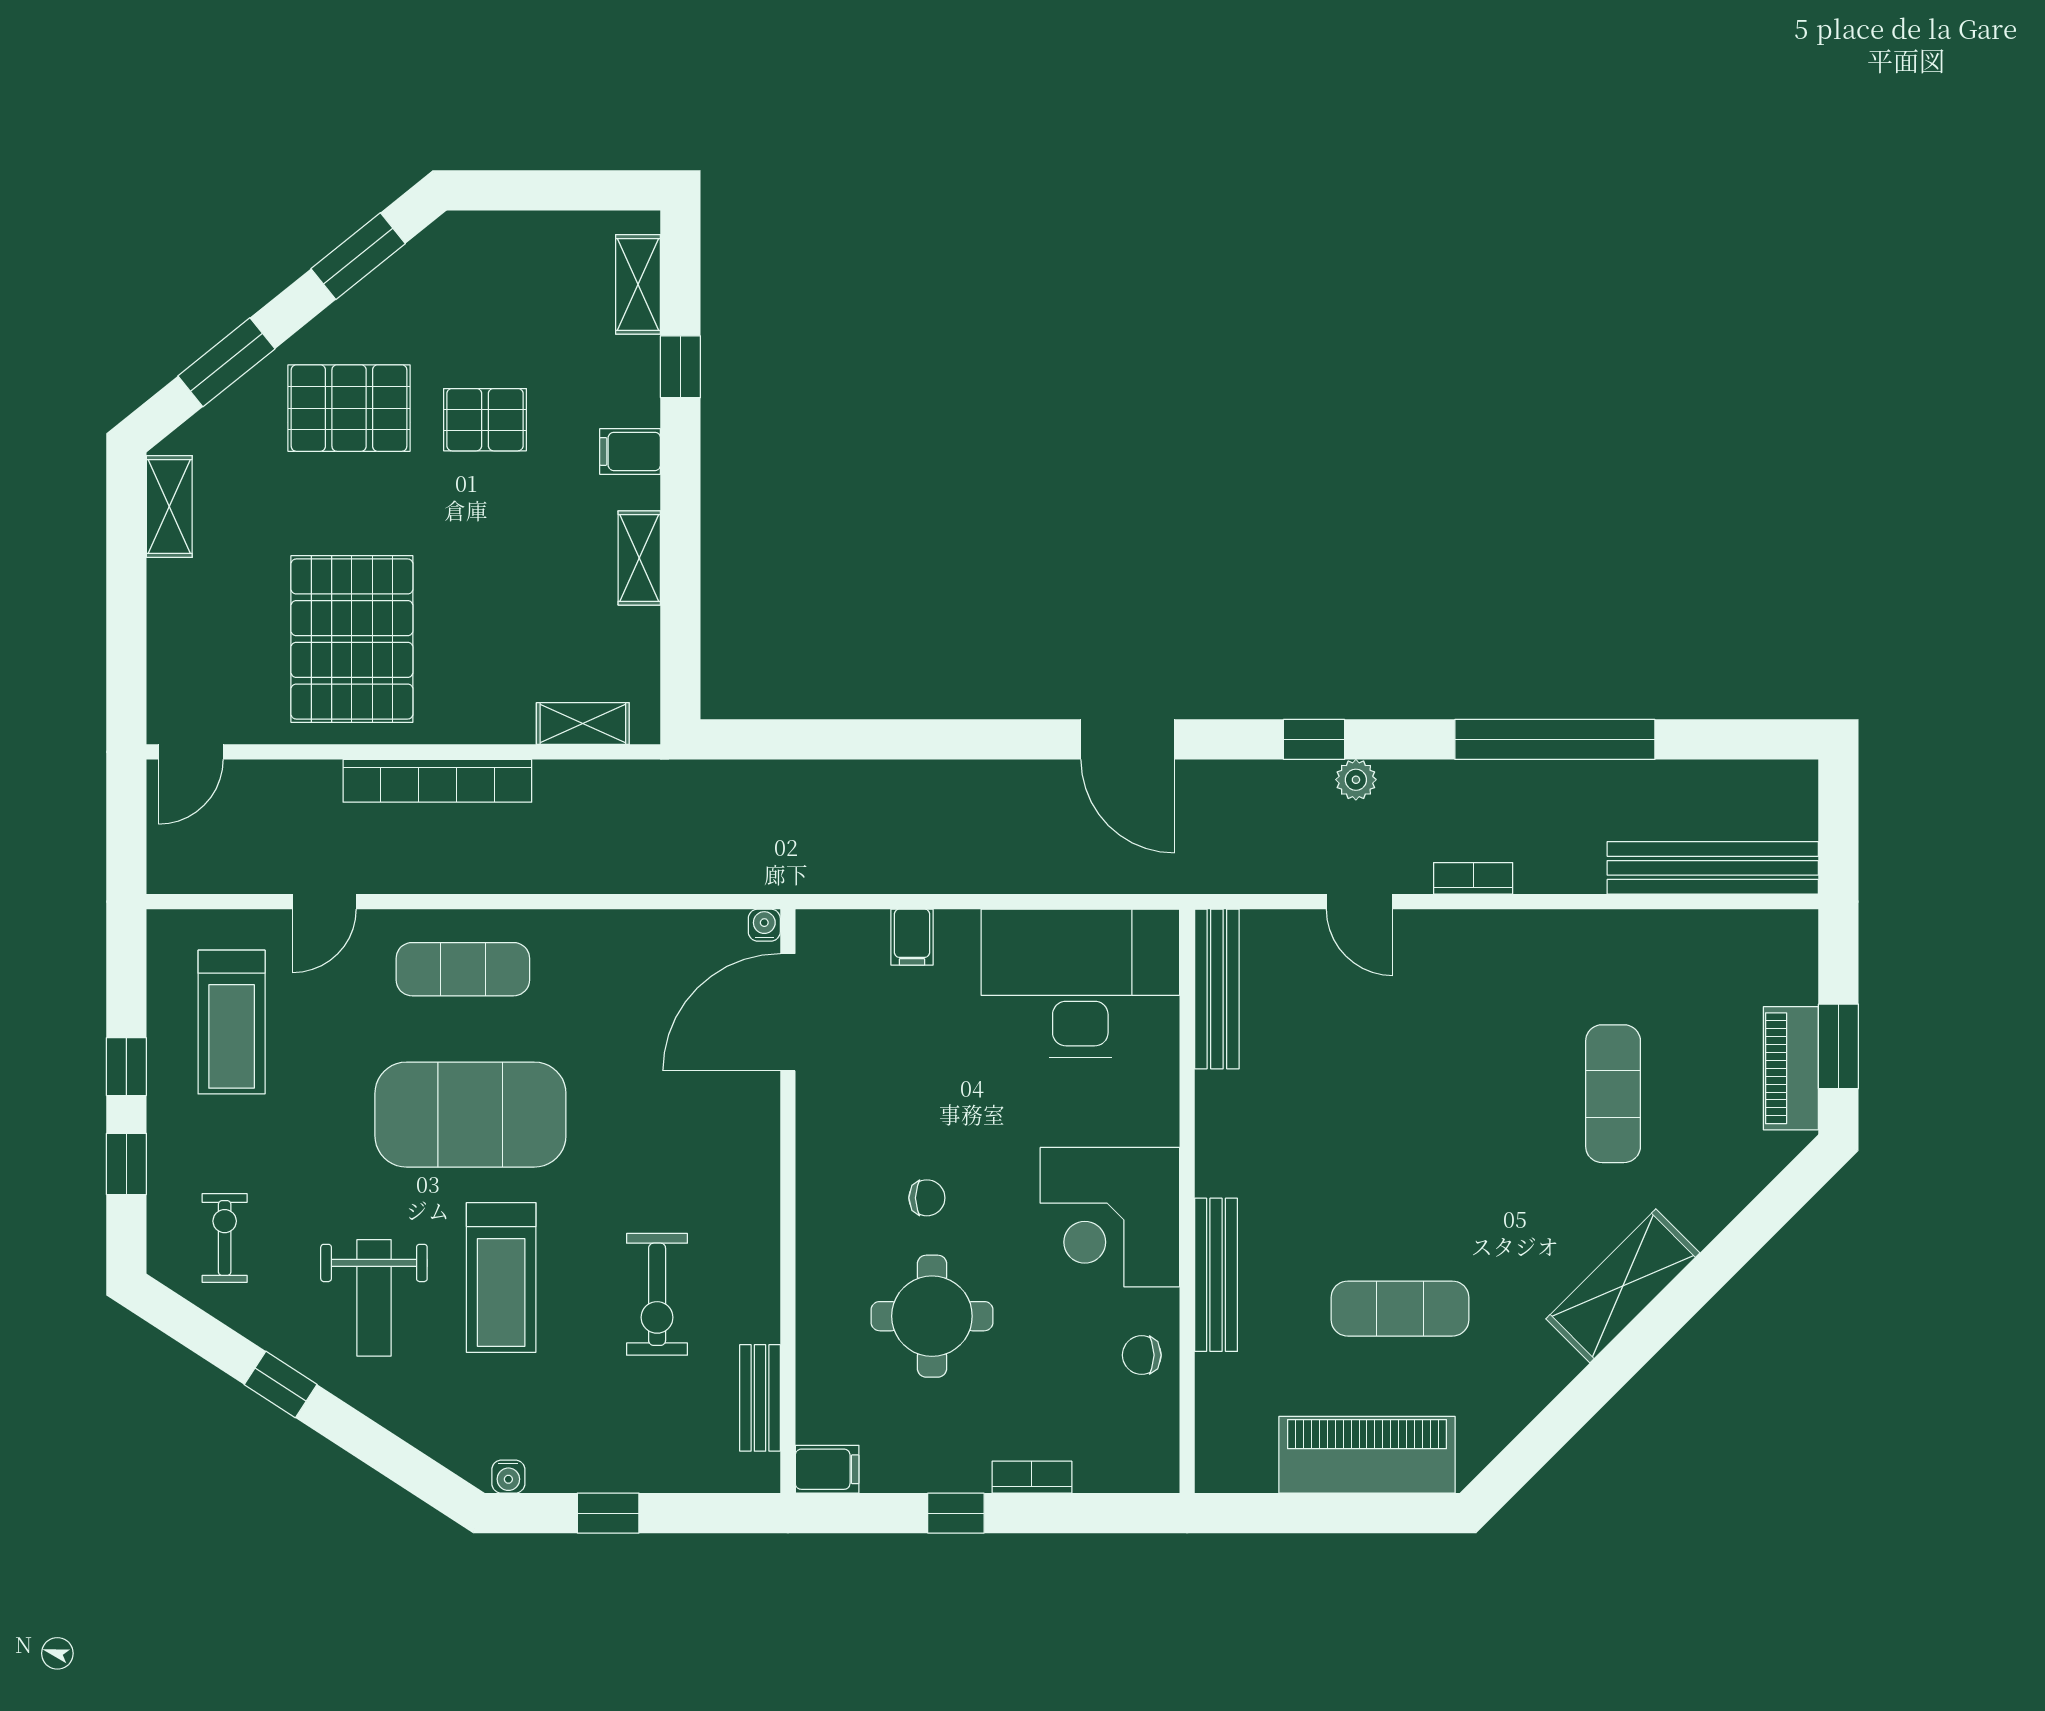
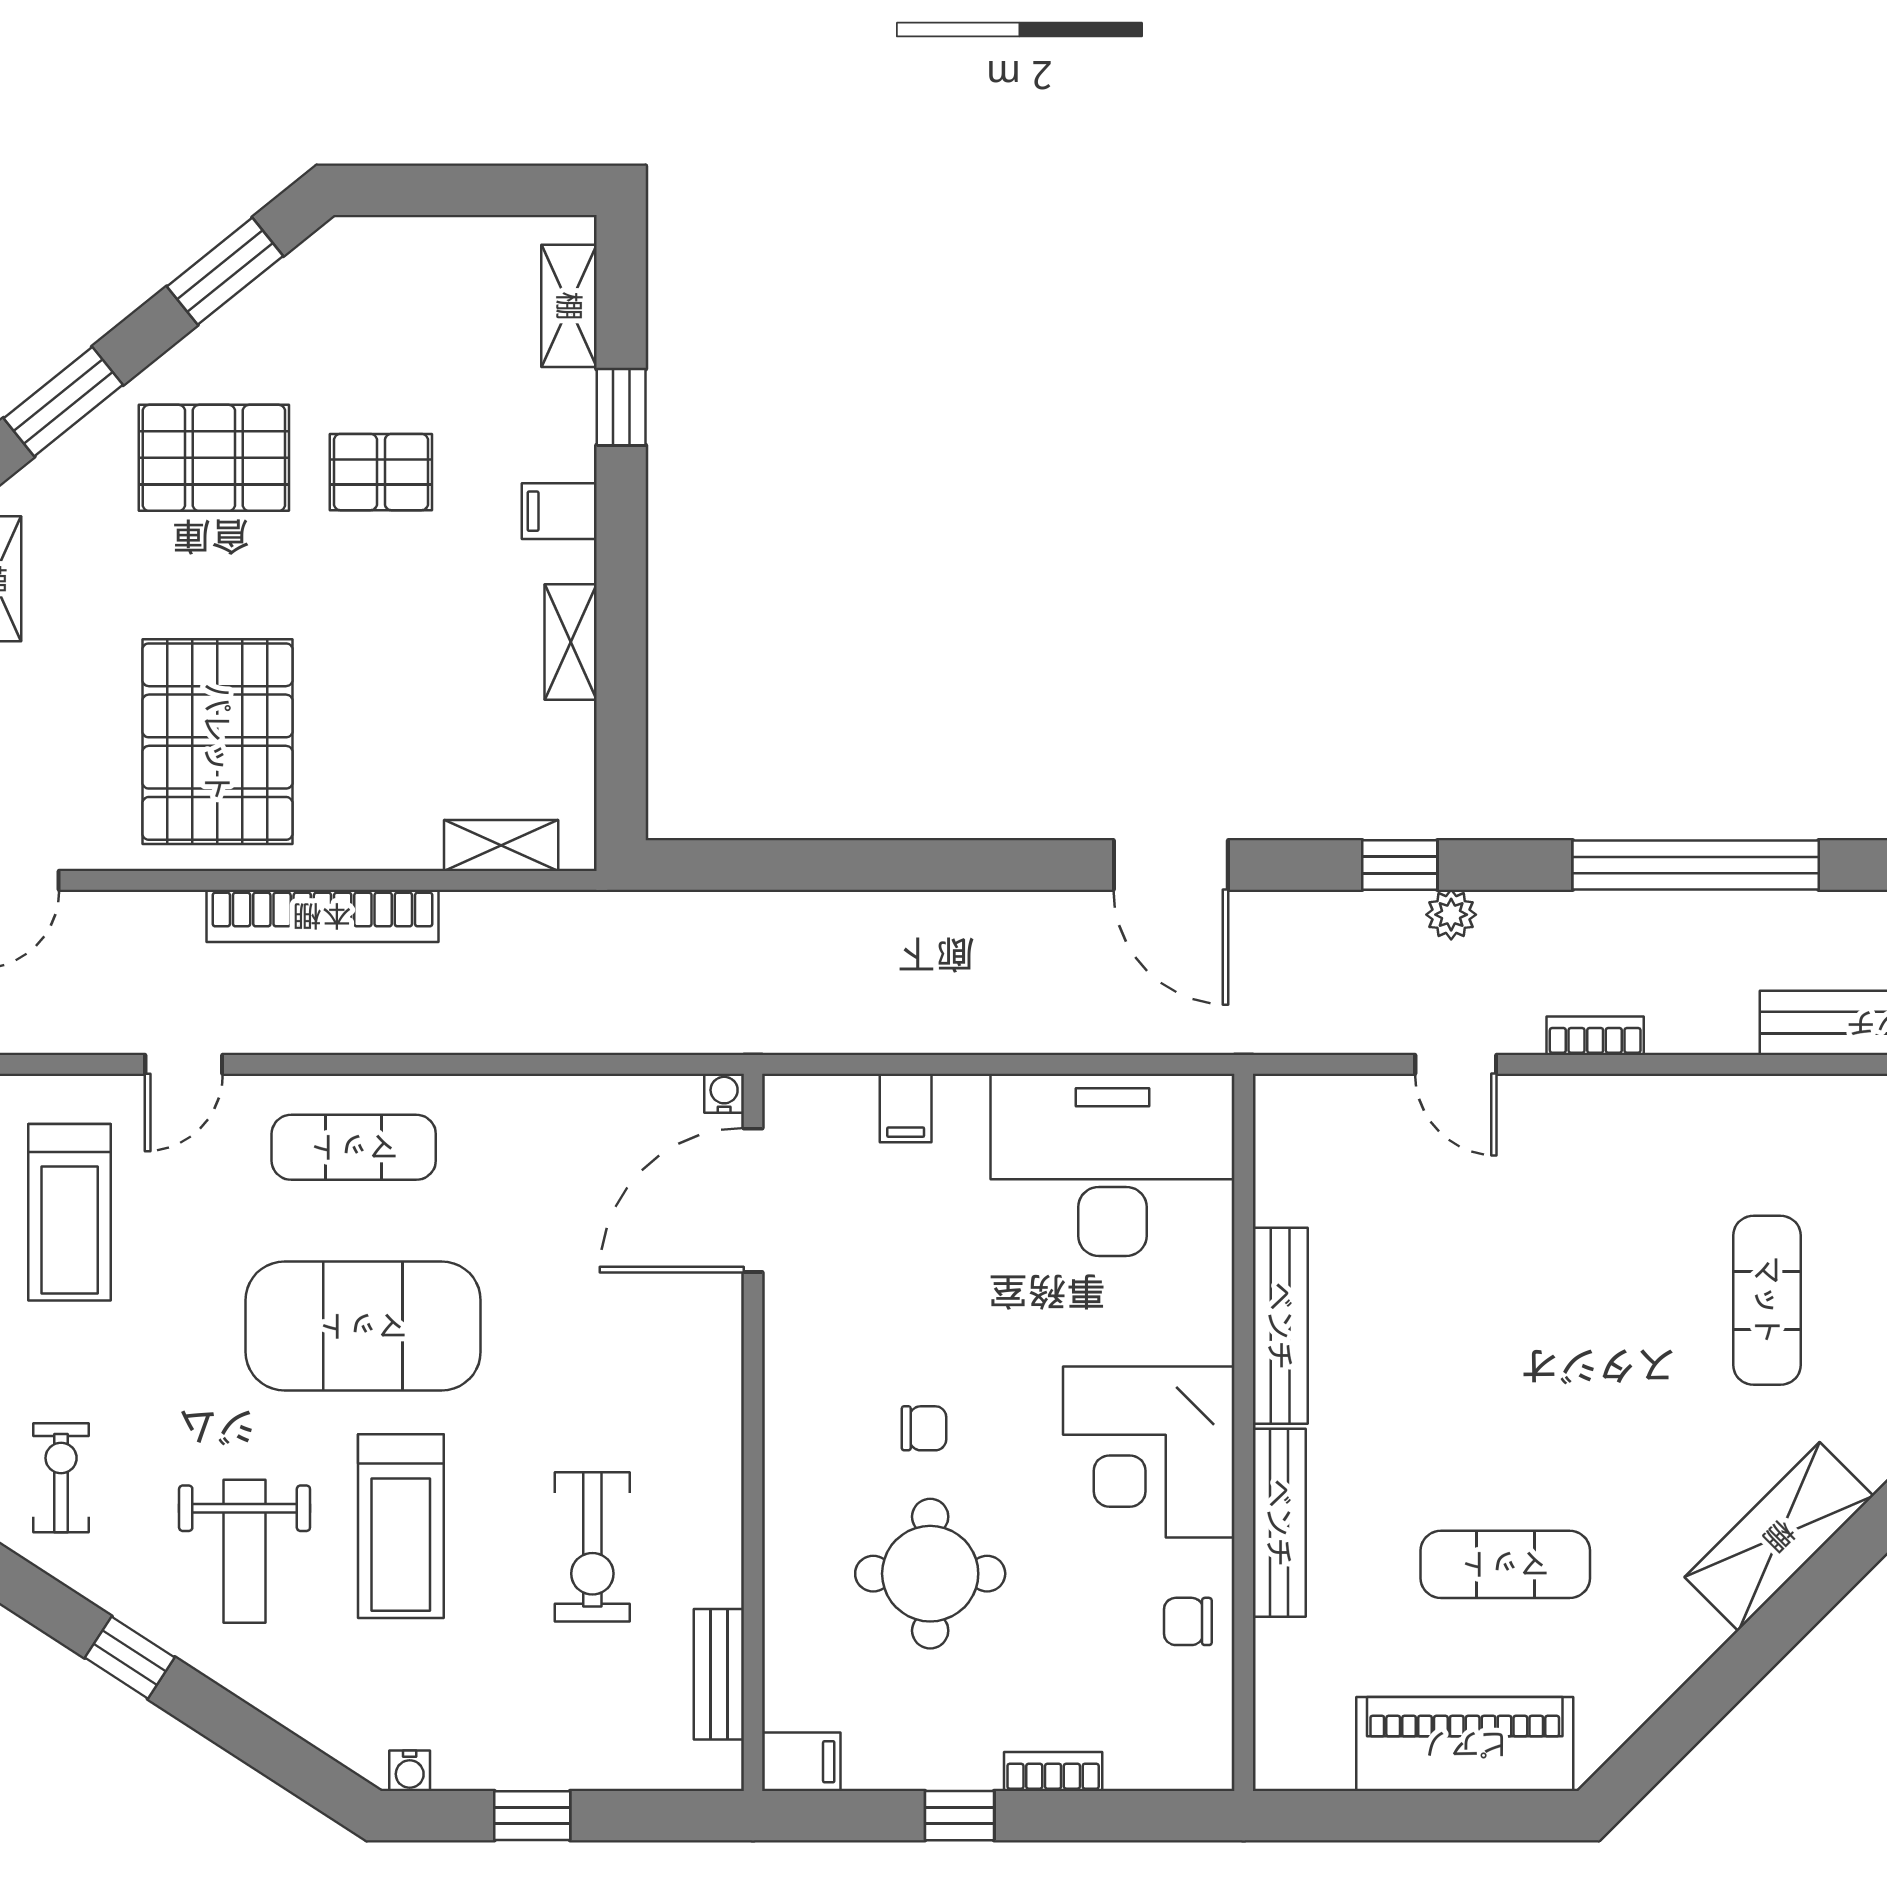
bench: (1217, 989) -> (1280, 1326), moved

